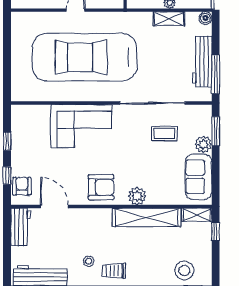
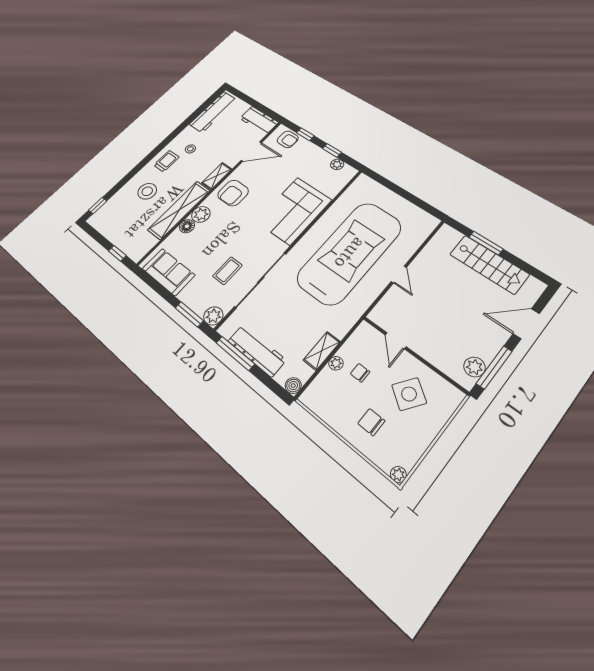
plant: (17, 126) -> (337, 164), added
plant: (203, 144) -> (213, 316), moved
floor lamp: (154, 198) -> (187, 226), added
shelving: (197, 215) -> (217, 176), moved
stool: (184, 271) -> (147, 191), moved

